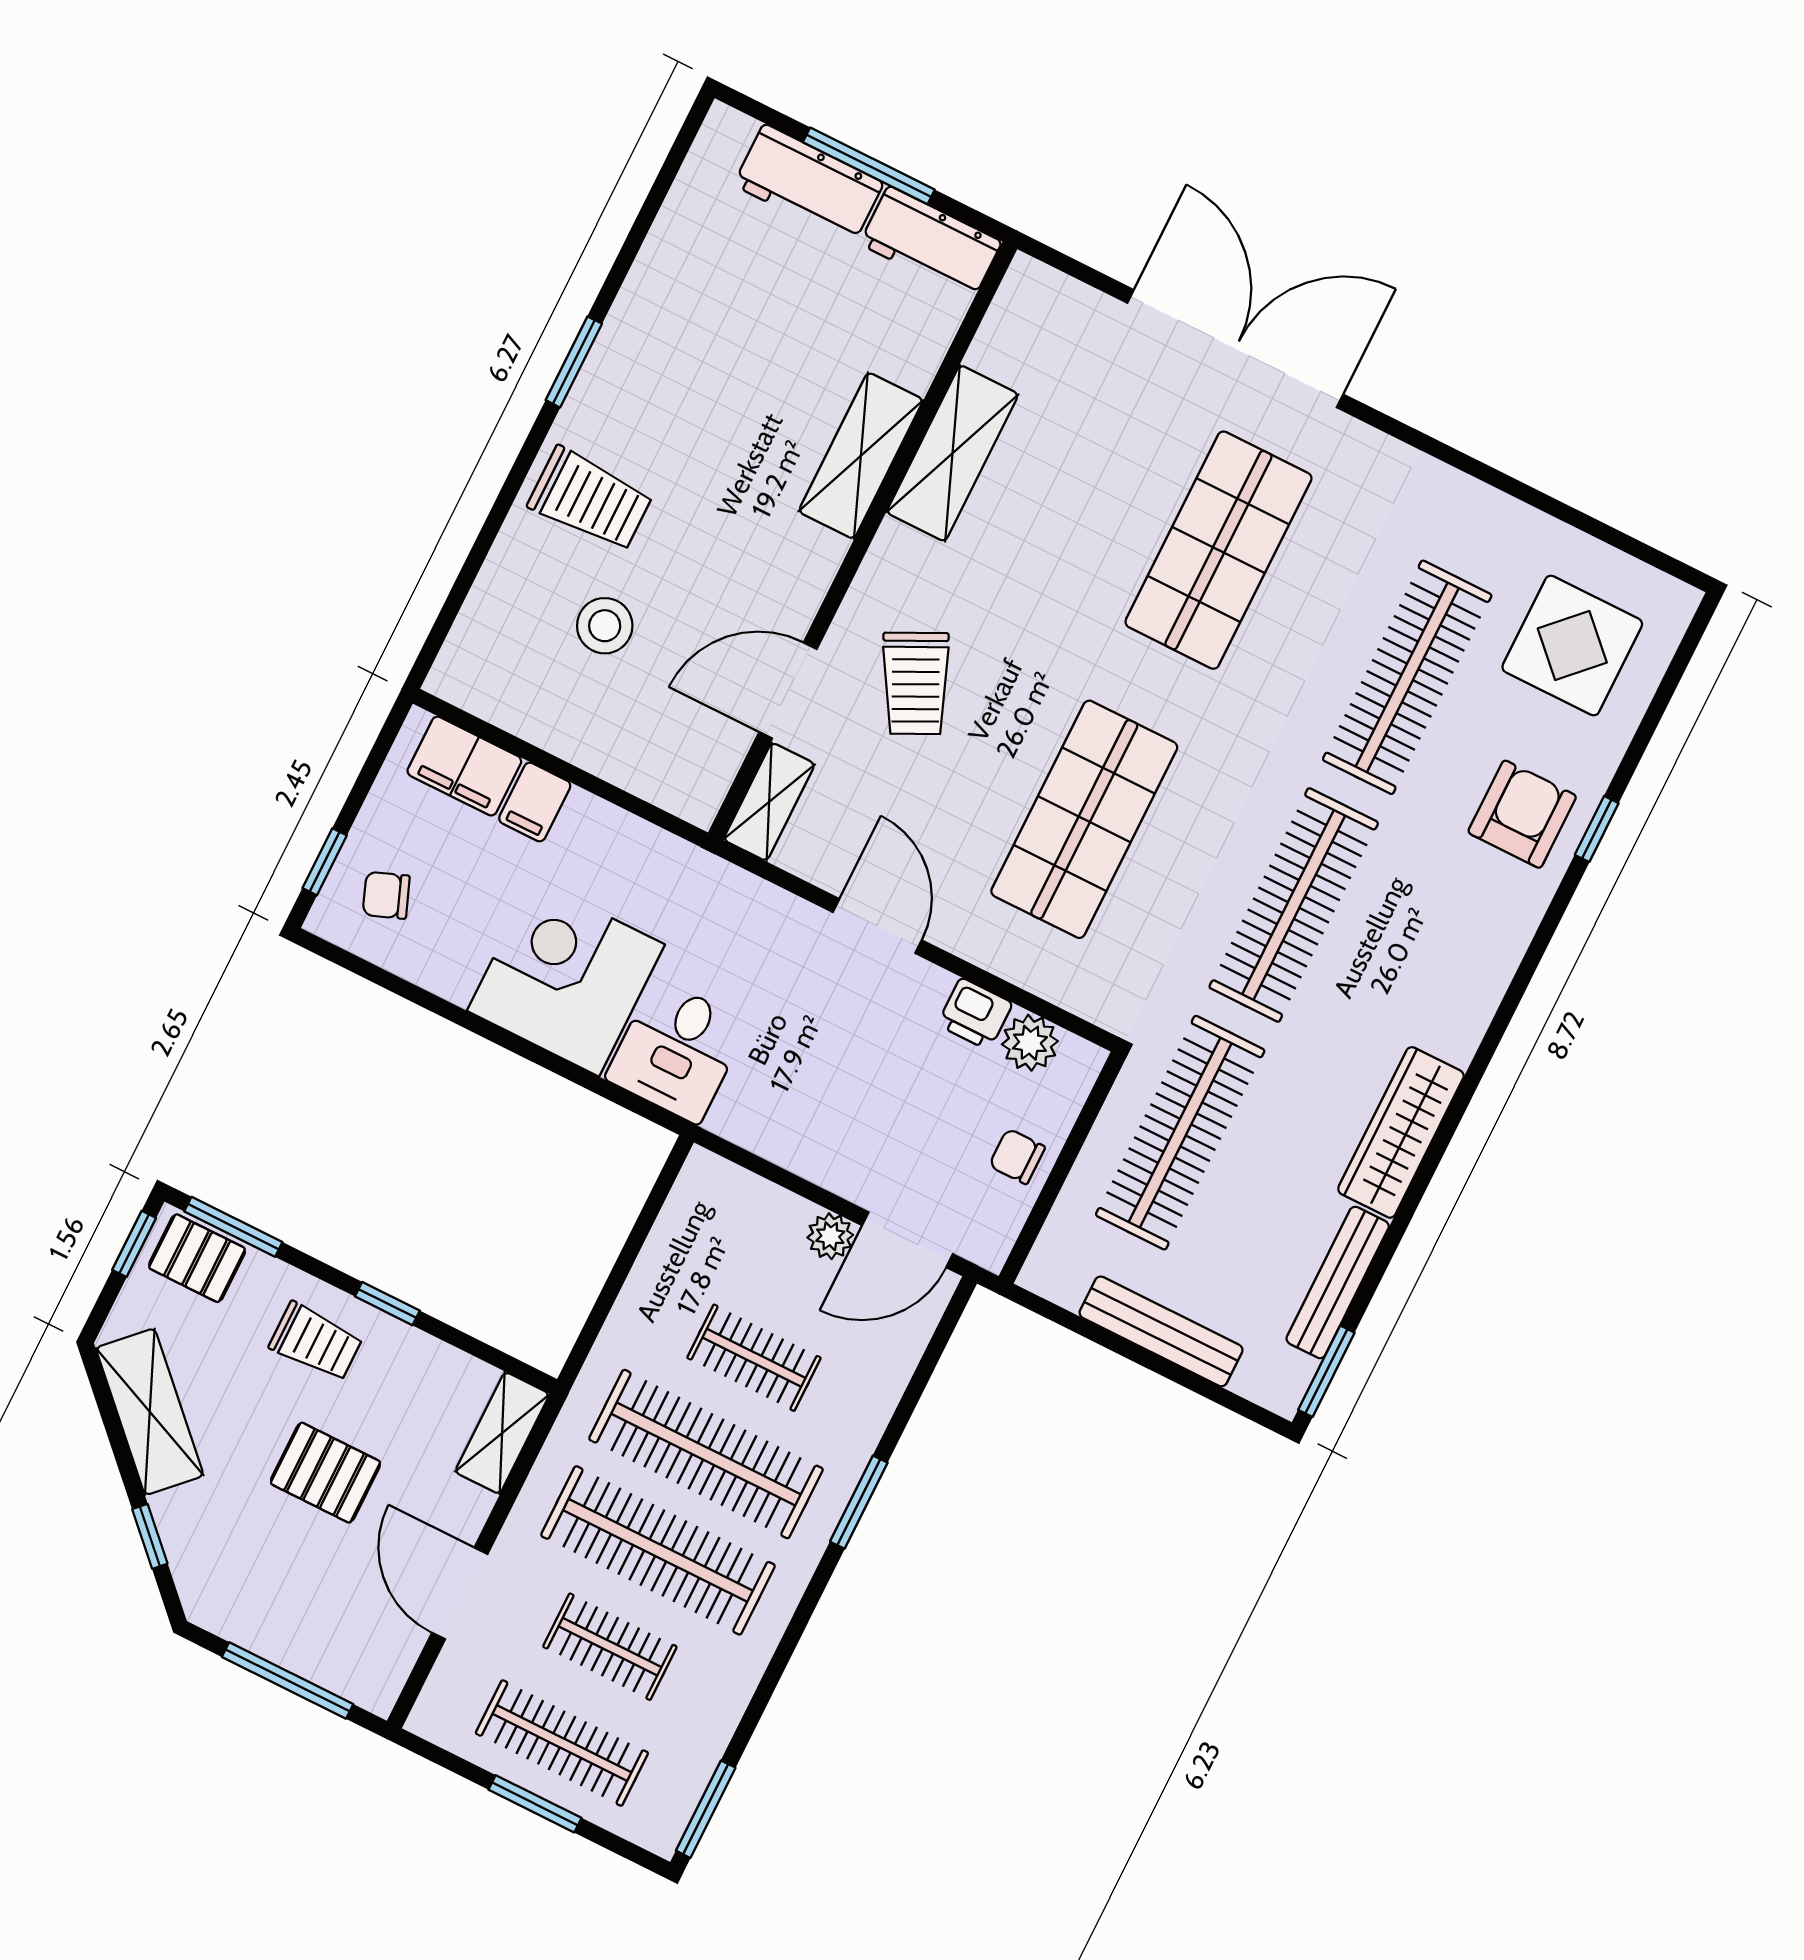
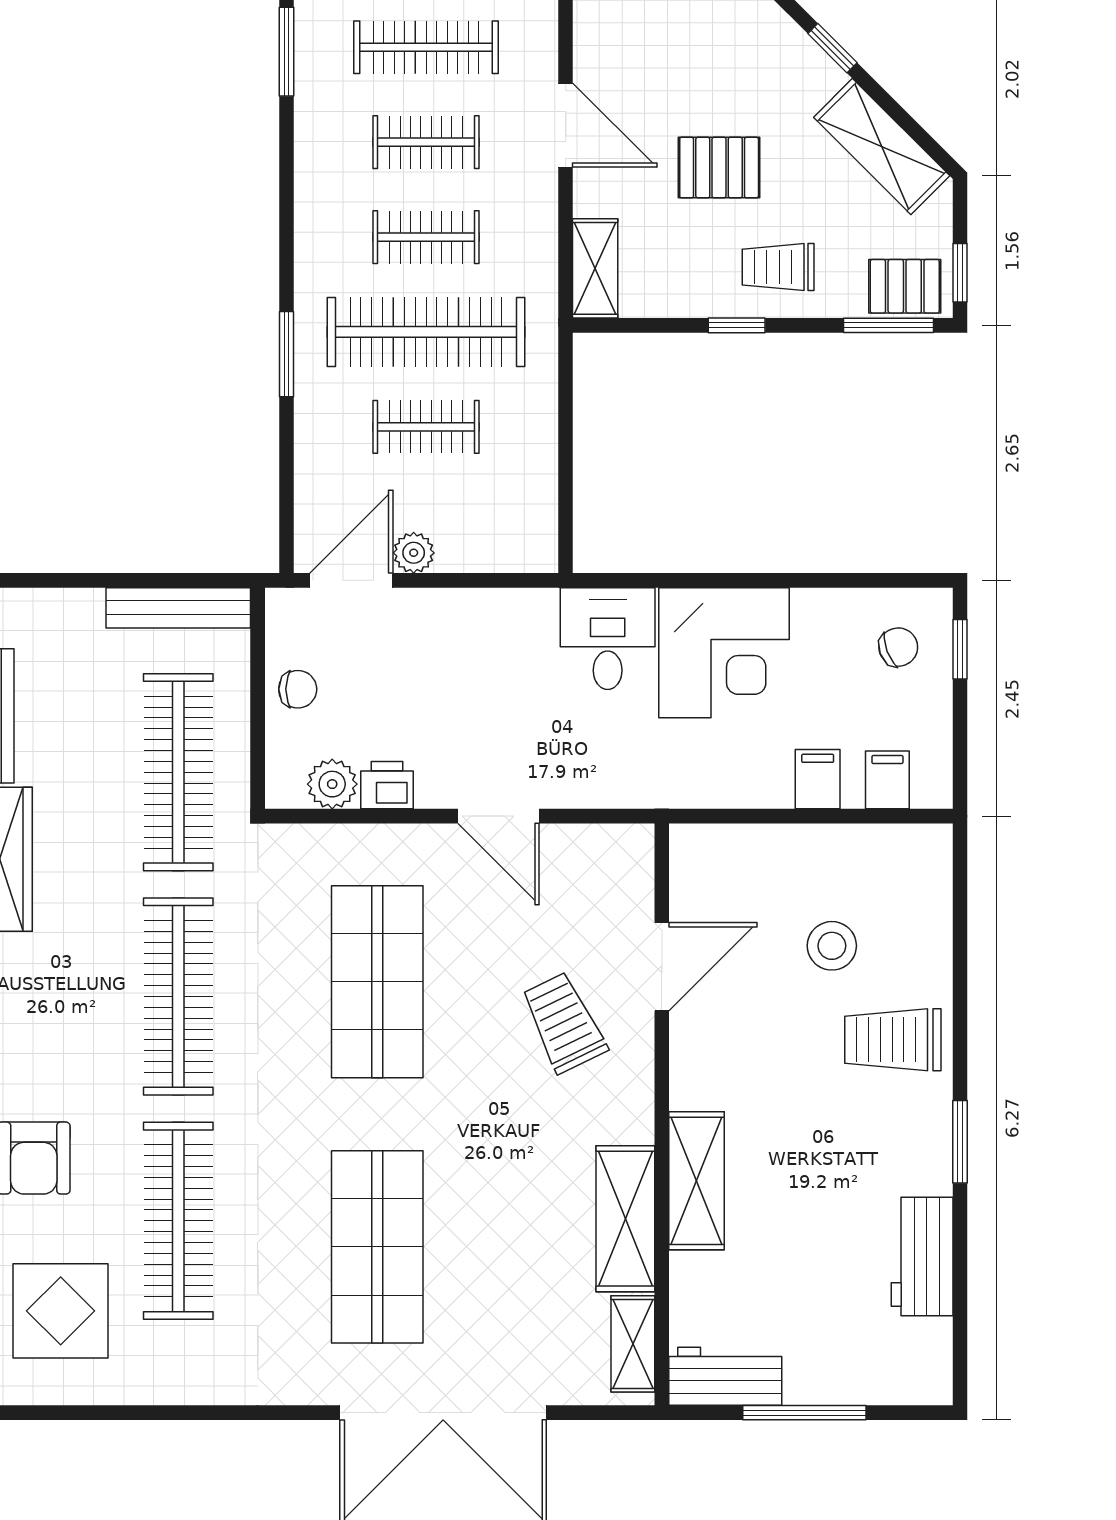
workbench: (809, 184) -> (922, 1257), moved, turned -90
filing cabinet: (464, 766) -> (887, 780), width x0.50
shelving: (769, 802) -> (633, 1344), moved
bench: (1161, 1331) -> (178, 608), moved
clothes rail: (658, 1550) -> (426, 237), width x0.54, depth x0.76

